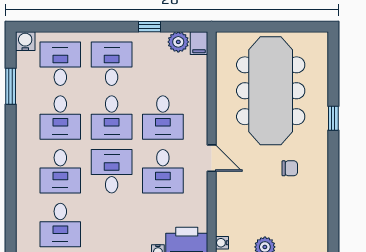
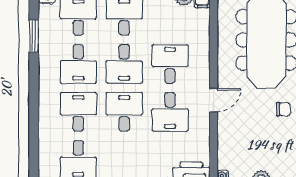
desk: (163, 117) -> (170, 64), turned 180
door: (212, 158) -> (214, 100), hinge flipped
desk: (60, 171) -> (78, 112), turned 180

